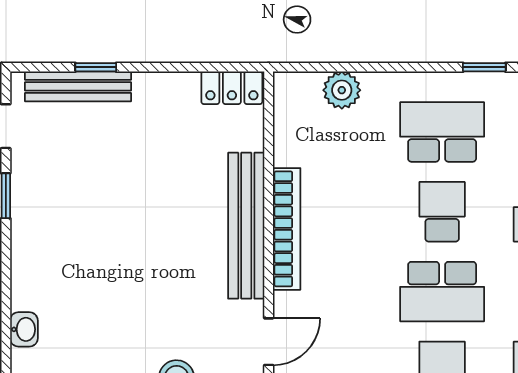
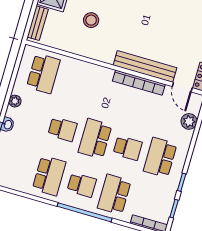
school desk: (442, 132) -> (160, 157), turned 180
door: (269, 342) -> (182, 87), moved

